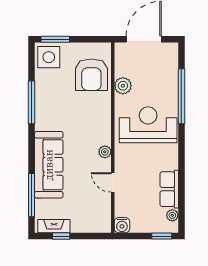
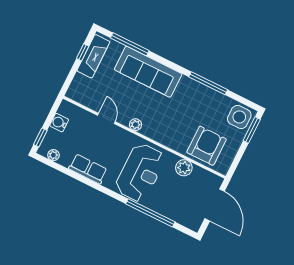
armchair: (91, 75) -> (207, 146), turned 90
door: (113, 182) -> (106, 118), hinge flipped
row of seats: (169, 189) -> (88, 169), moved
water cooler: (122, 225) -> (59, 123), moved
fireplace: (54, 226) -> (93, 56), width x1.37, depth x1.32

